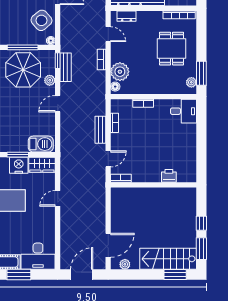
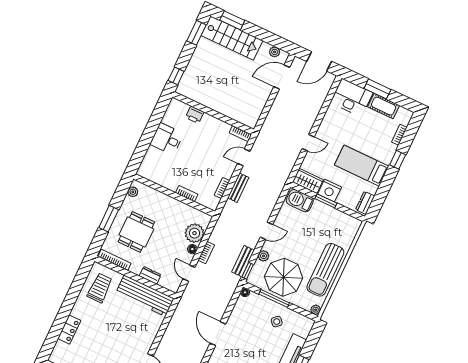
dresser: (127, 16) -> (150, 275), moved
side table: (41, 20) -> (277, 322), moved, width x0.54, depth x0.54
window: (201, 73) -> (109, 219), moved
floor lamp: (115, 87) -> (192, 249), moved
desk: (183, 111) -> (167, 139), moved
window: (201, 223) -> (176, 76), moved

